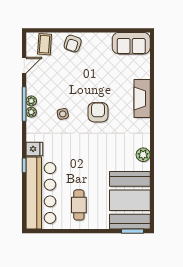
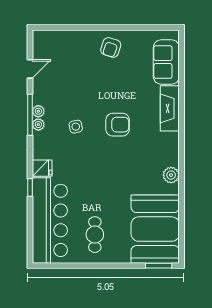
sofa: (131, 43) -> (166, 62), moved, turned 90
coffee table: (45, 44) -> (54, 44), removed
armchair: (73, 44) -> (111, 47), moved
armchair: (98, 112) -> (118, 125), turned 90

